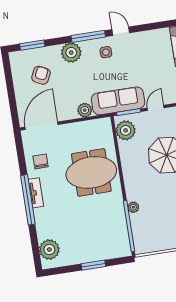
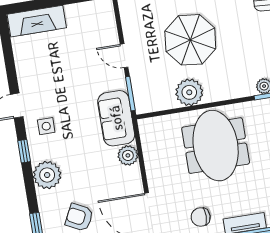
window: (88, 36) -> (24, 151), width x0.46
sofa: (118, 101) -> (116, 118), width x0.73
plant: (126, 130) -> (189, 92), moved

